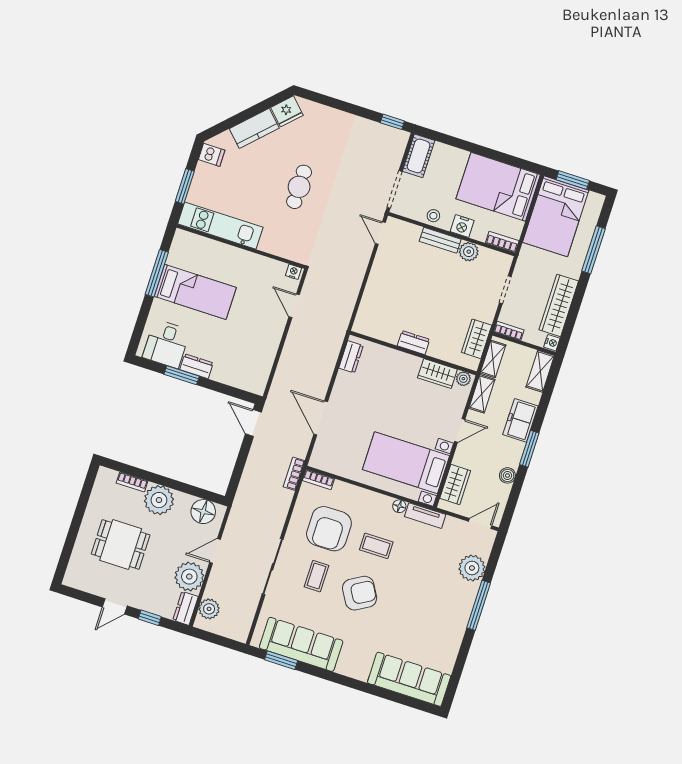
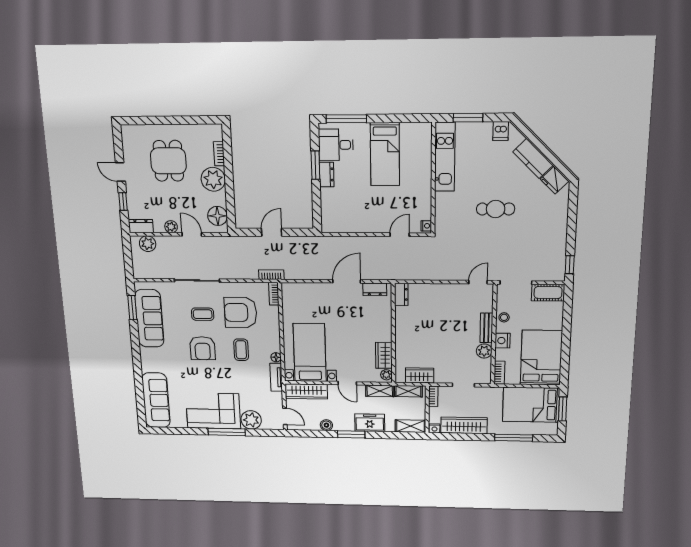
window: (157, 273) -> (346, 119), moved
dresser: (413, 343) -> (401, 294), moved
door: (321, 418) -> (347, 281), moved
door: (253, 423) -> (272, 232), moved
wardrobe: (455, 484) -> (306, 391), width x1.50
plant: (189, 577) -> (171, 227), width x0.53, depth x0.53
armchair: (360, 593) -> (203, 348), turned 30
corner sofa: (445, 612) -> (213, 411), added

